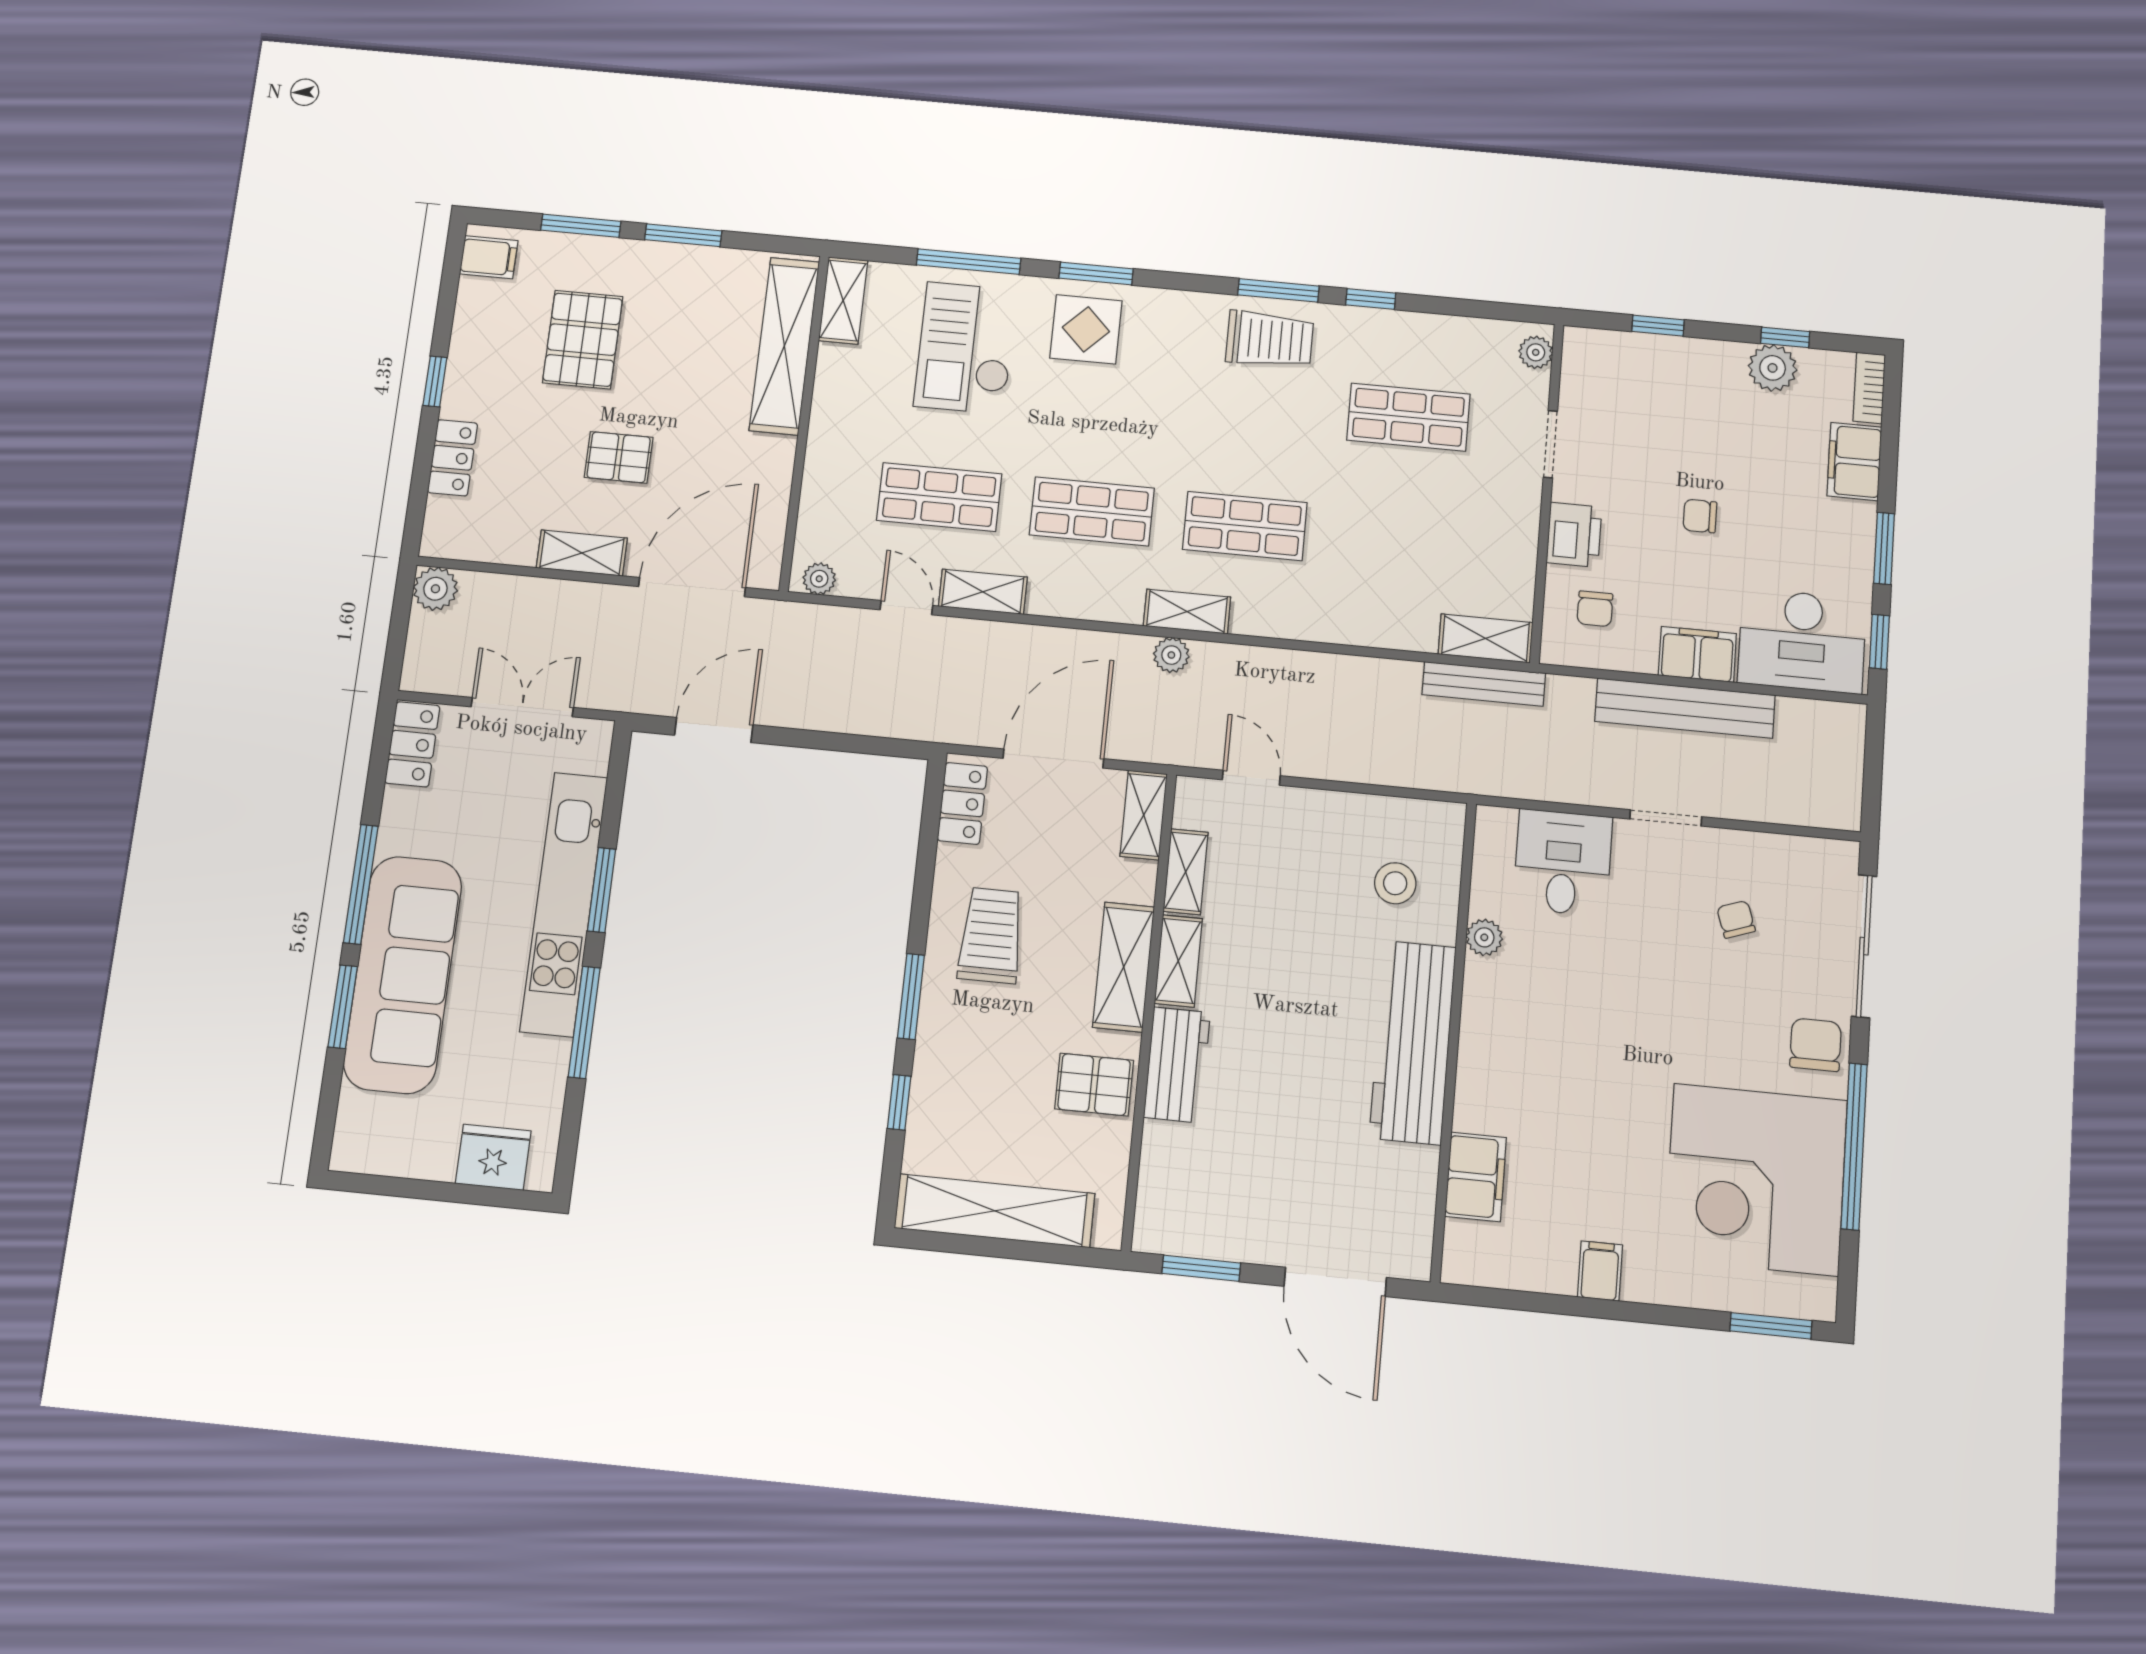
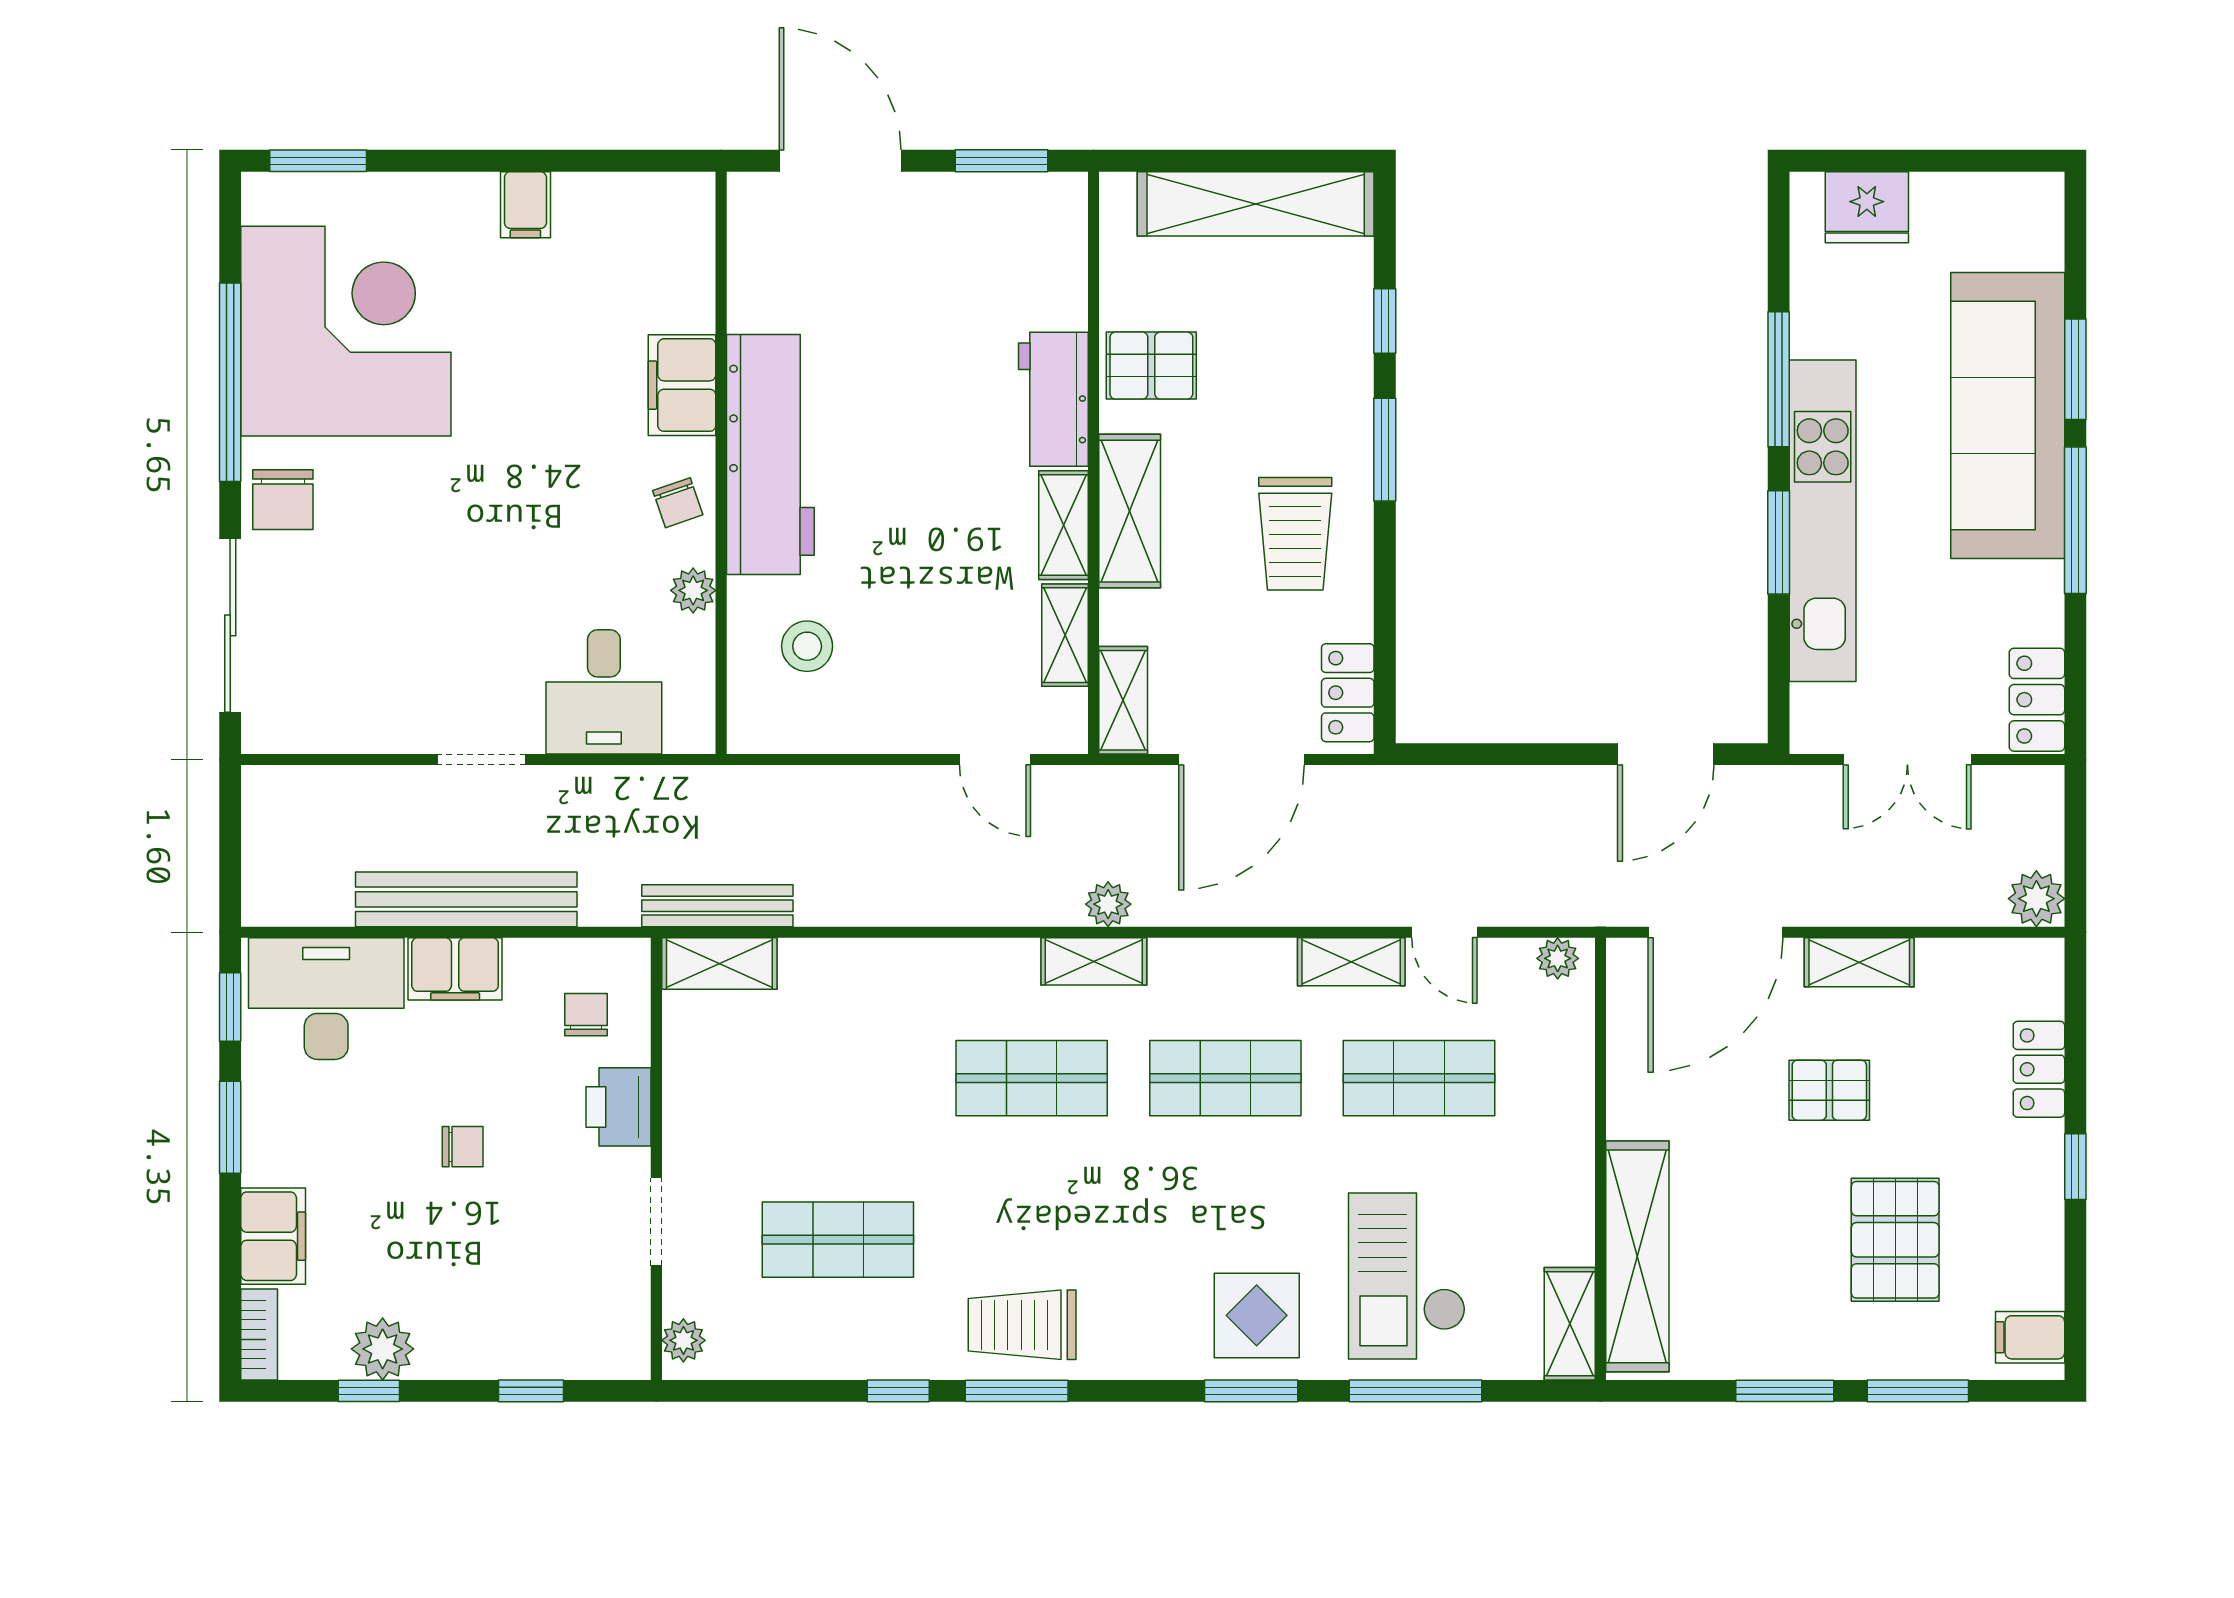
checkout: (966, 348) -> (1407, 1276), turned 180
chair: (1736, 919) -> (678, 503), moved
filing cabinet: (1476, 1177) -> (682, 385), moved

